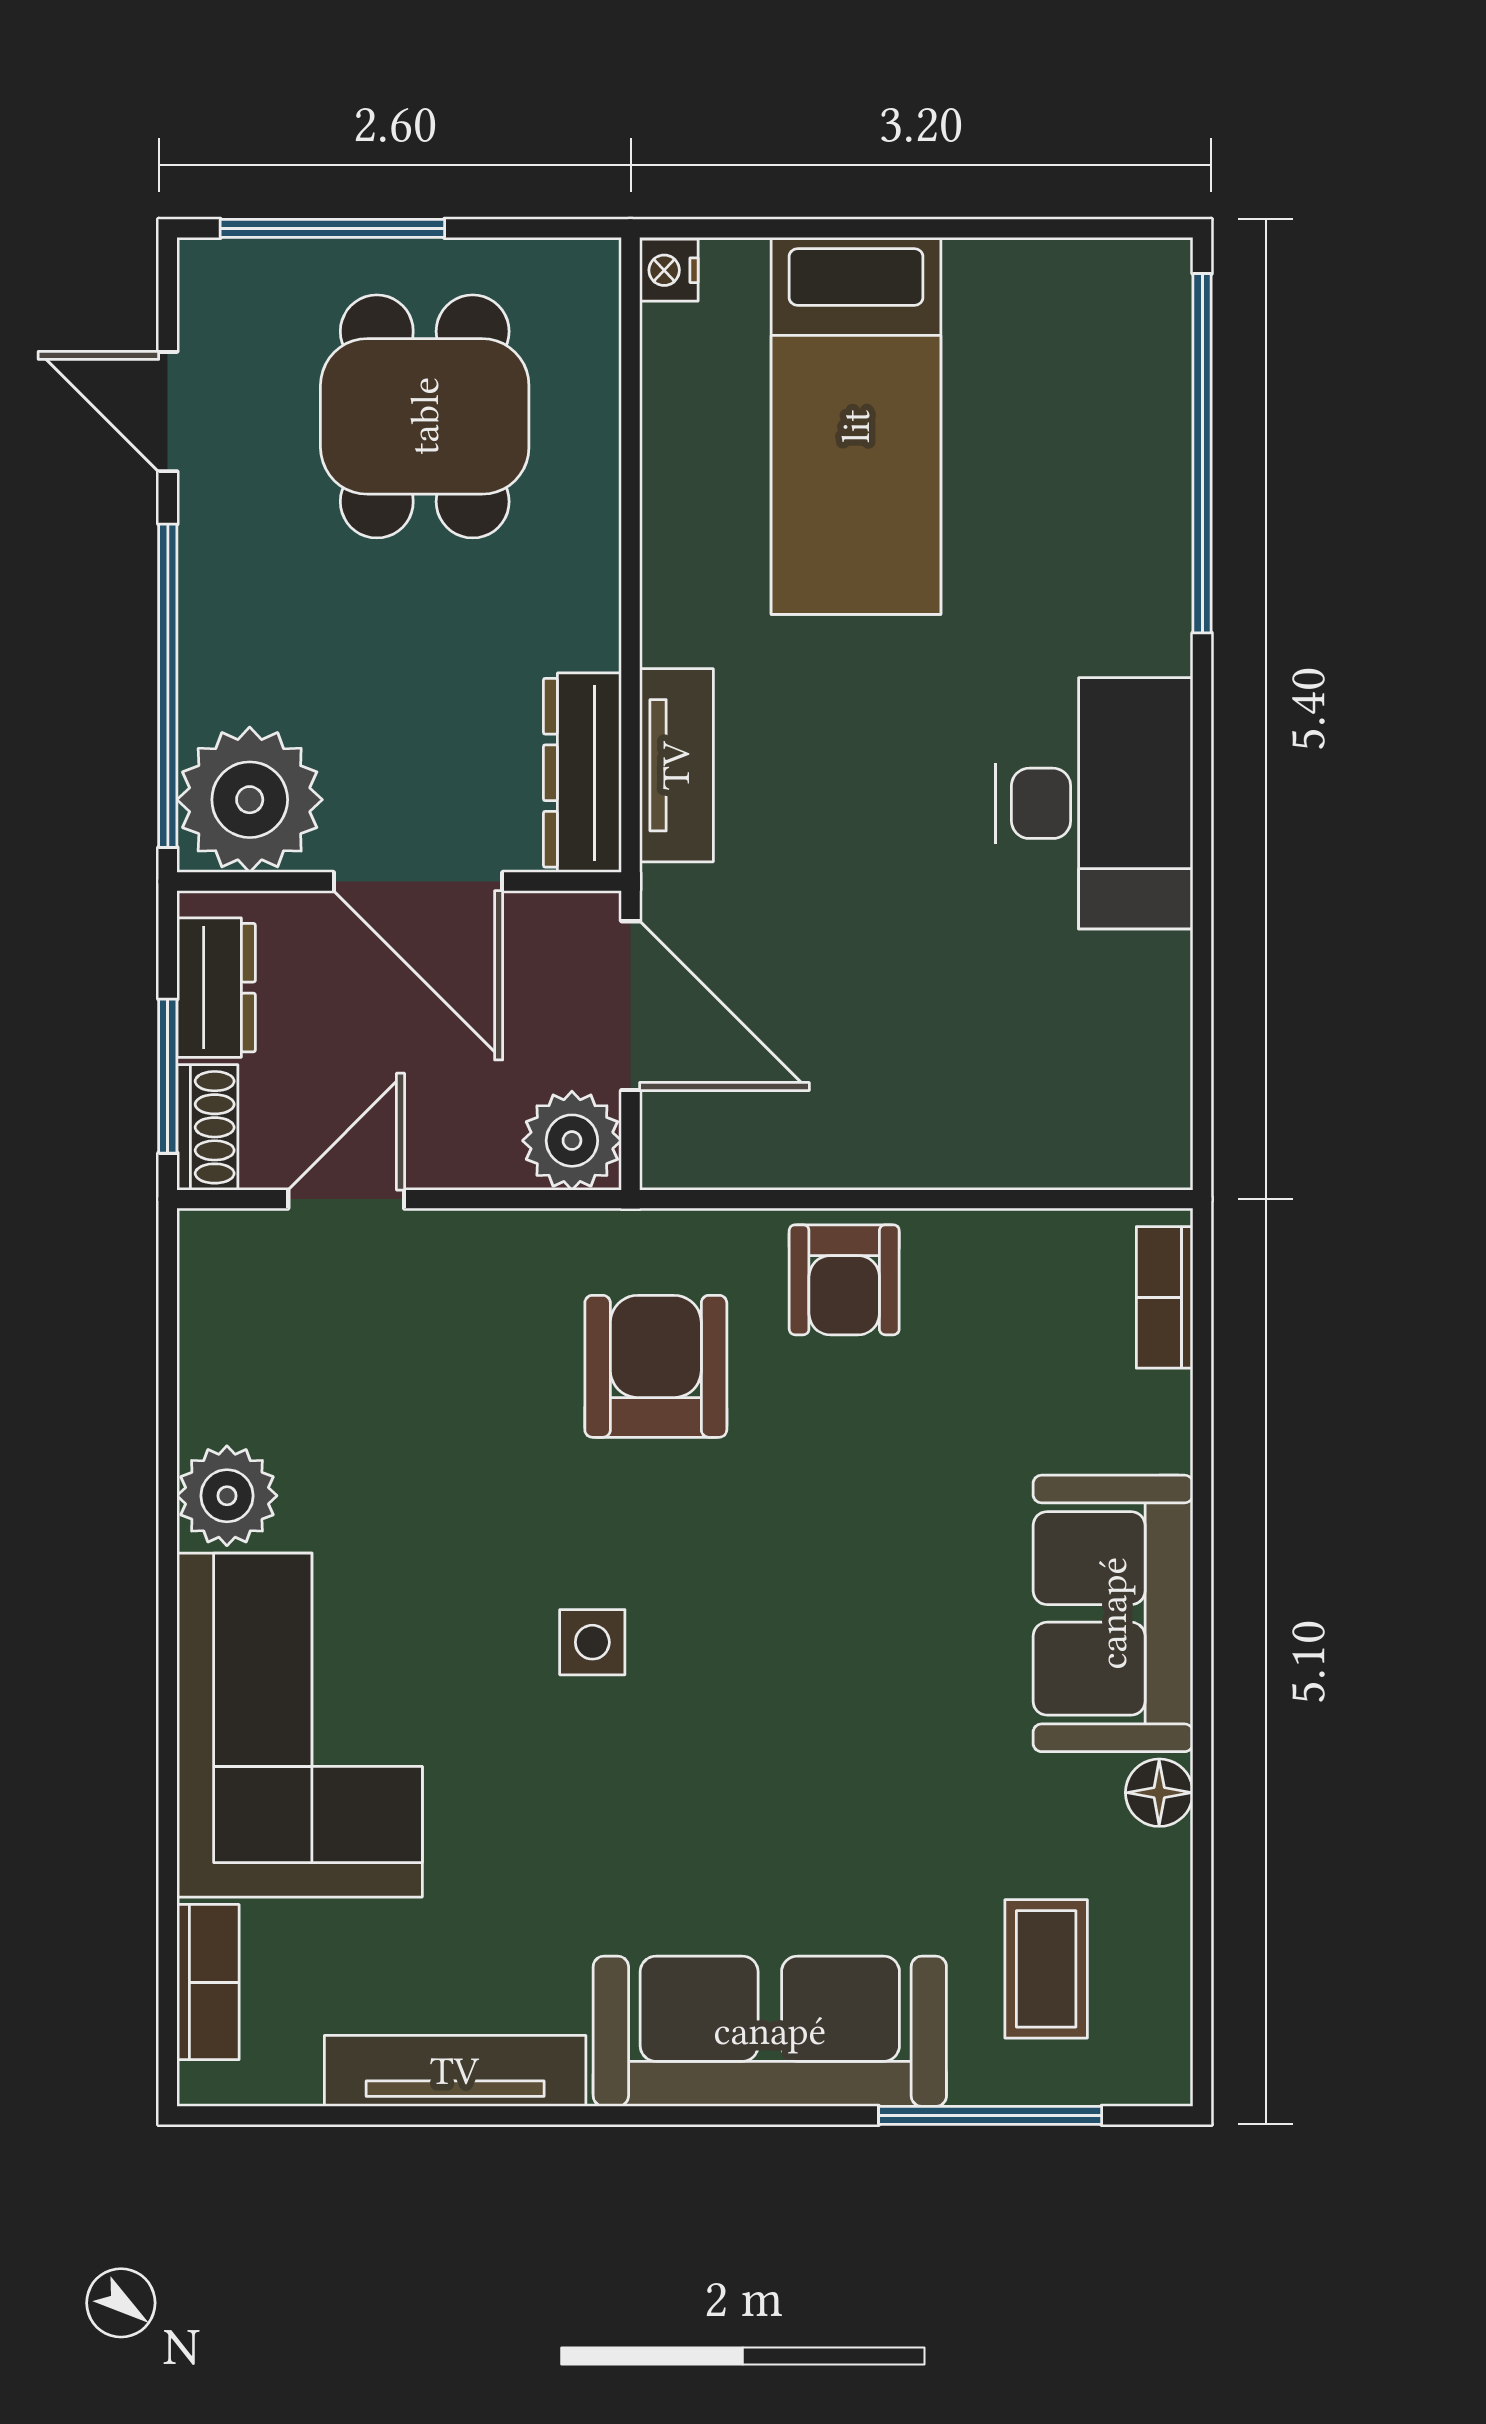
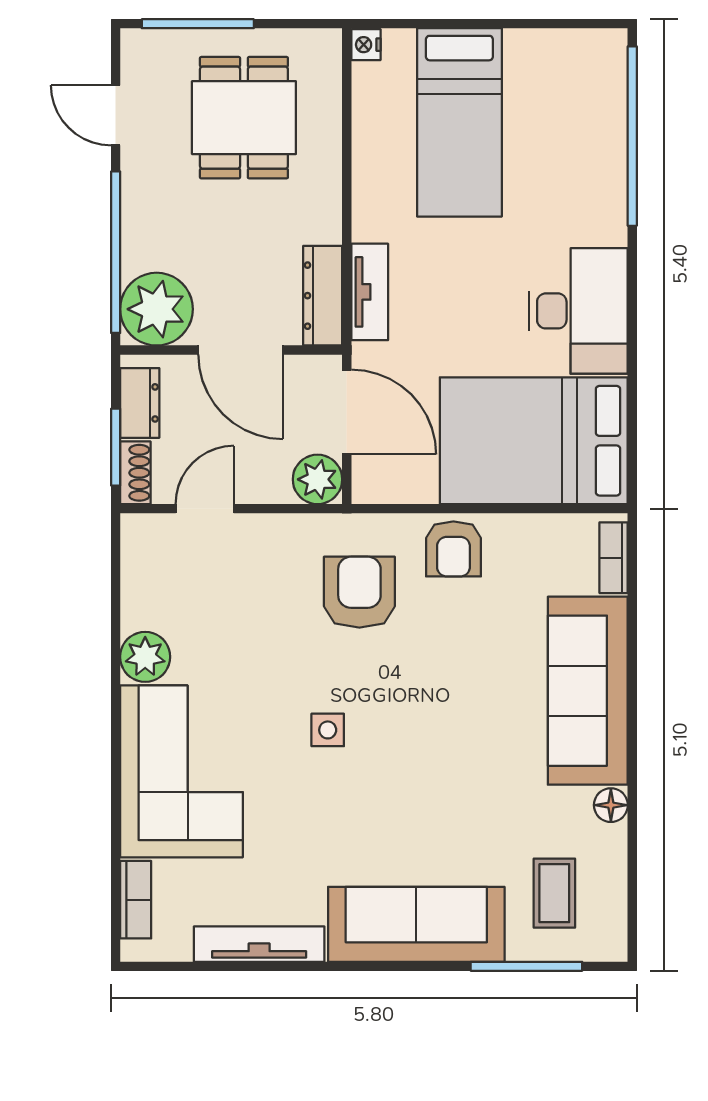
bed: (1005, 1063) -> (534, 441), added
sofa: (1113, 1613) -> (588, 691), width x1.36

